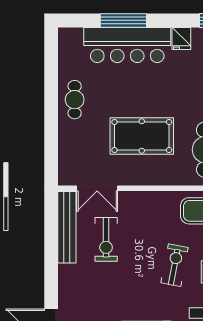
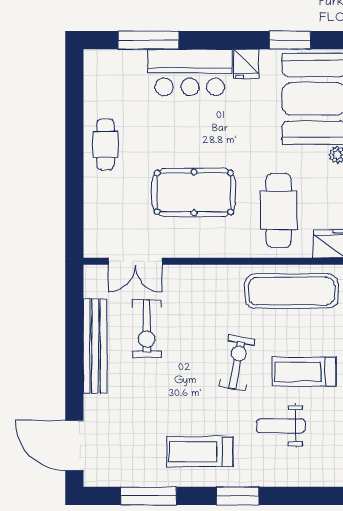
window: (123, 20) -> (148, 40), moved
bar counter: (127, 45) -> (190, 72), width x0.73
bench: (67, 227) -> (95, 346), moved

